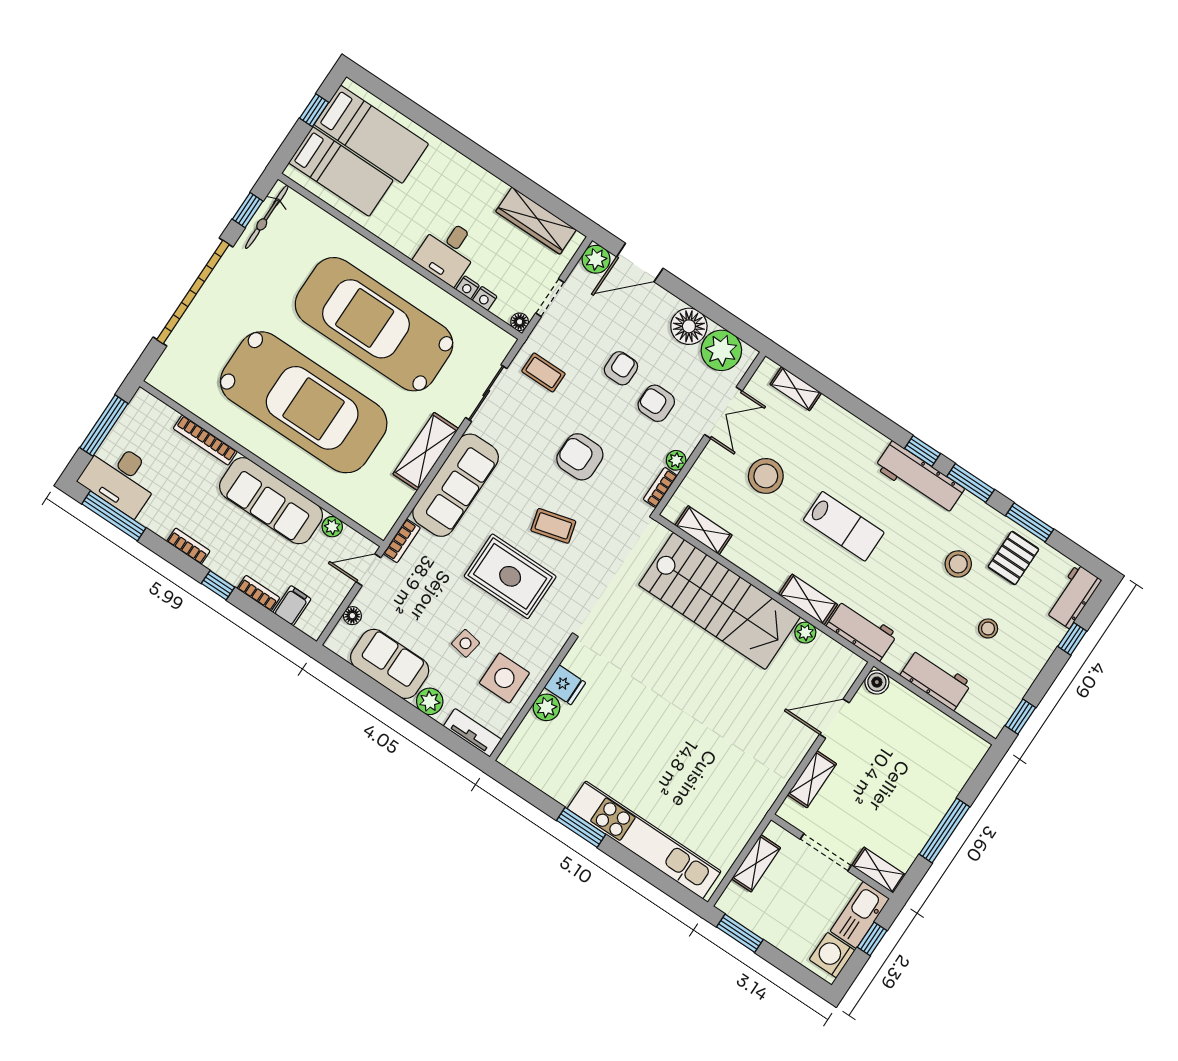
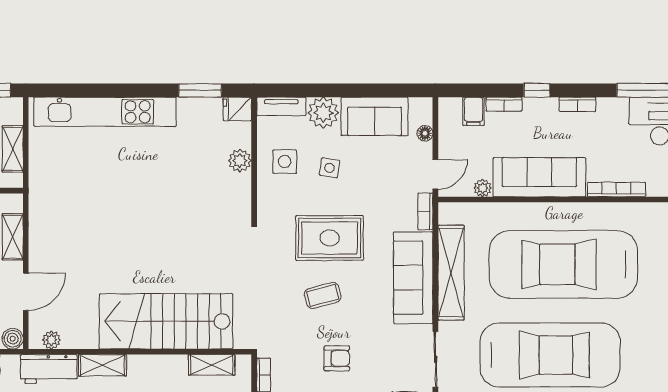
shelving: (426, 451) -> (451, 273), width x1.47
armchair: (580, 457) -> (337, 358), width x0.72, depth x0.72
plant: (805, 633) -> (51, 340), moved
side table: (504, 678) -> (285, 162), width x0.73, depth x0.73
fridge: (565, 685) -> (237, 109), moved
plant: (430, 701) -> (323, 113), width x1.36, depth x1.36
window: (581, 827) -> (200, 90), moved

